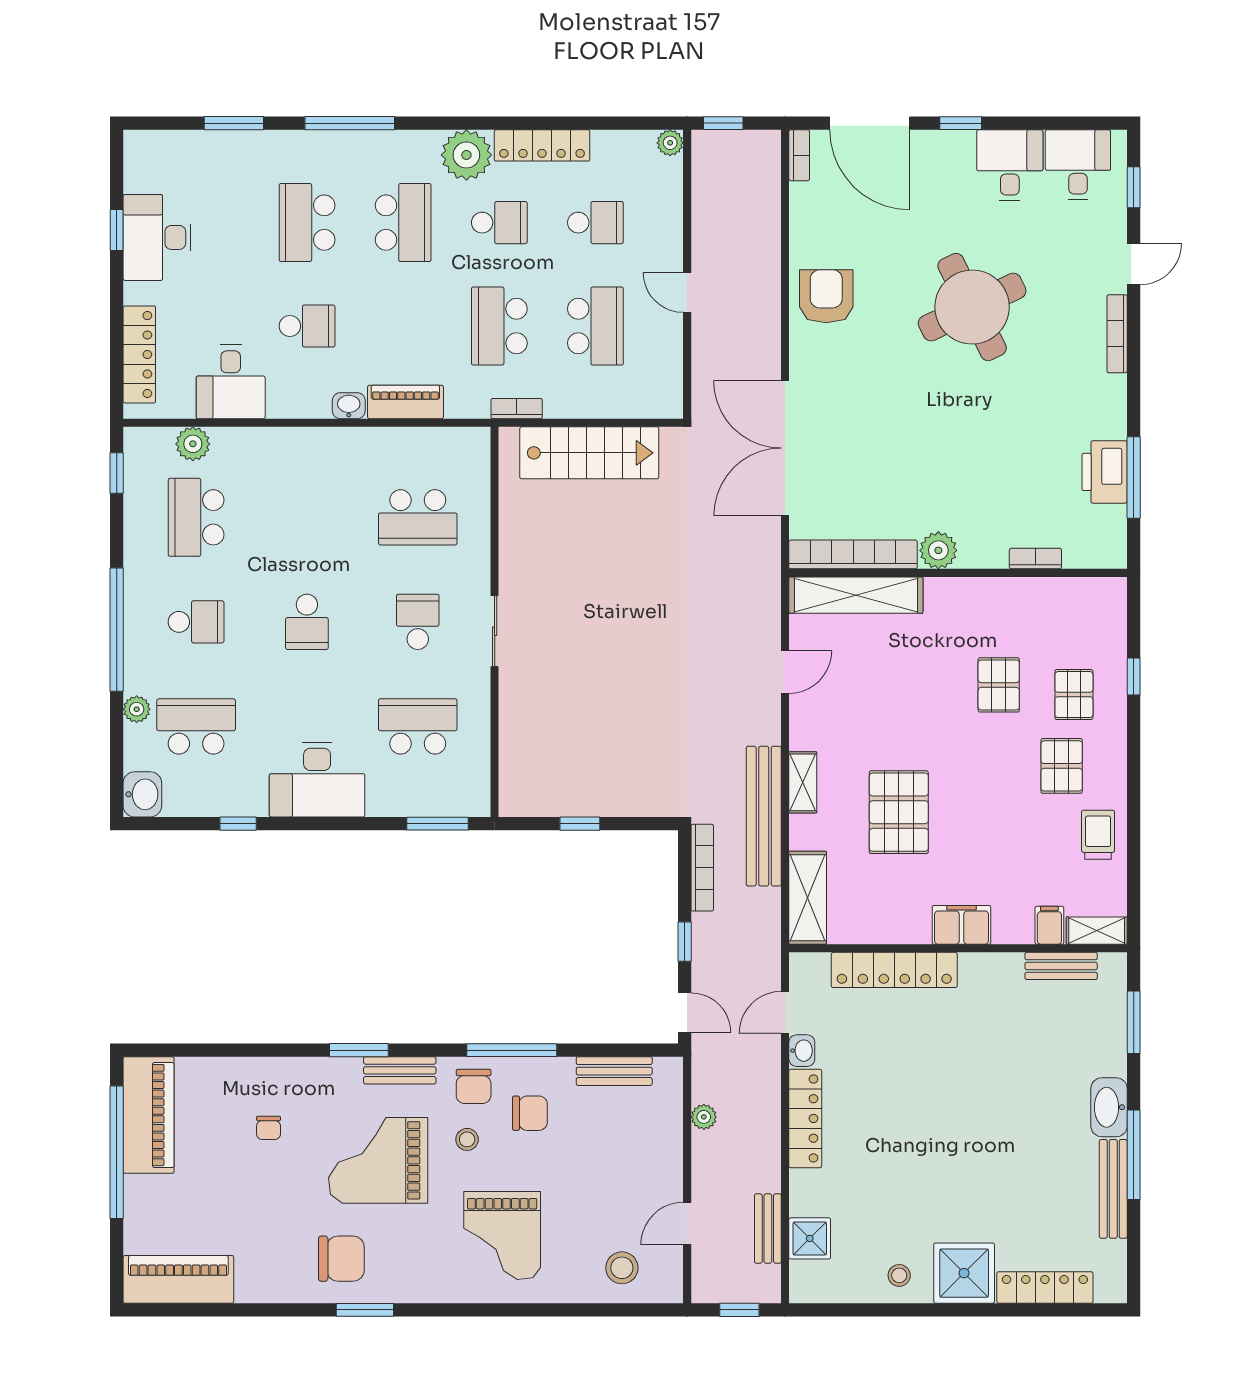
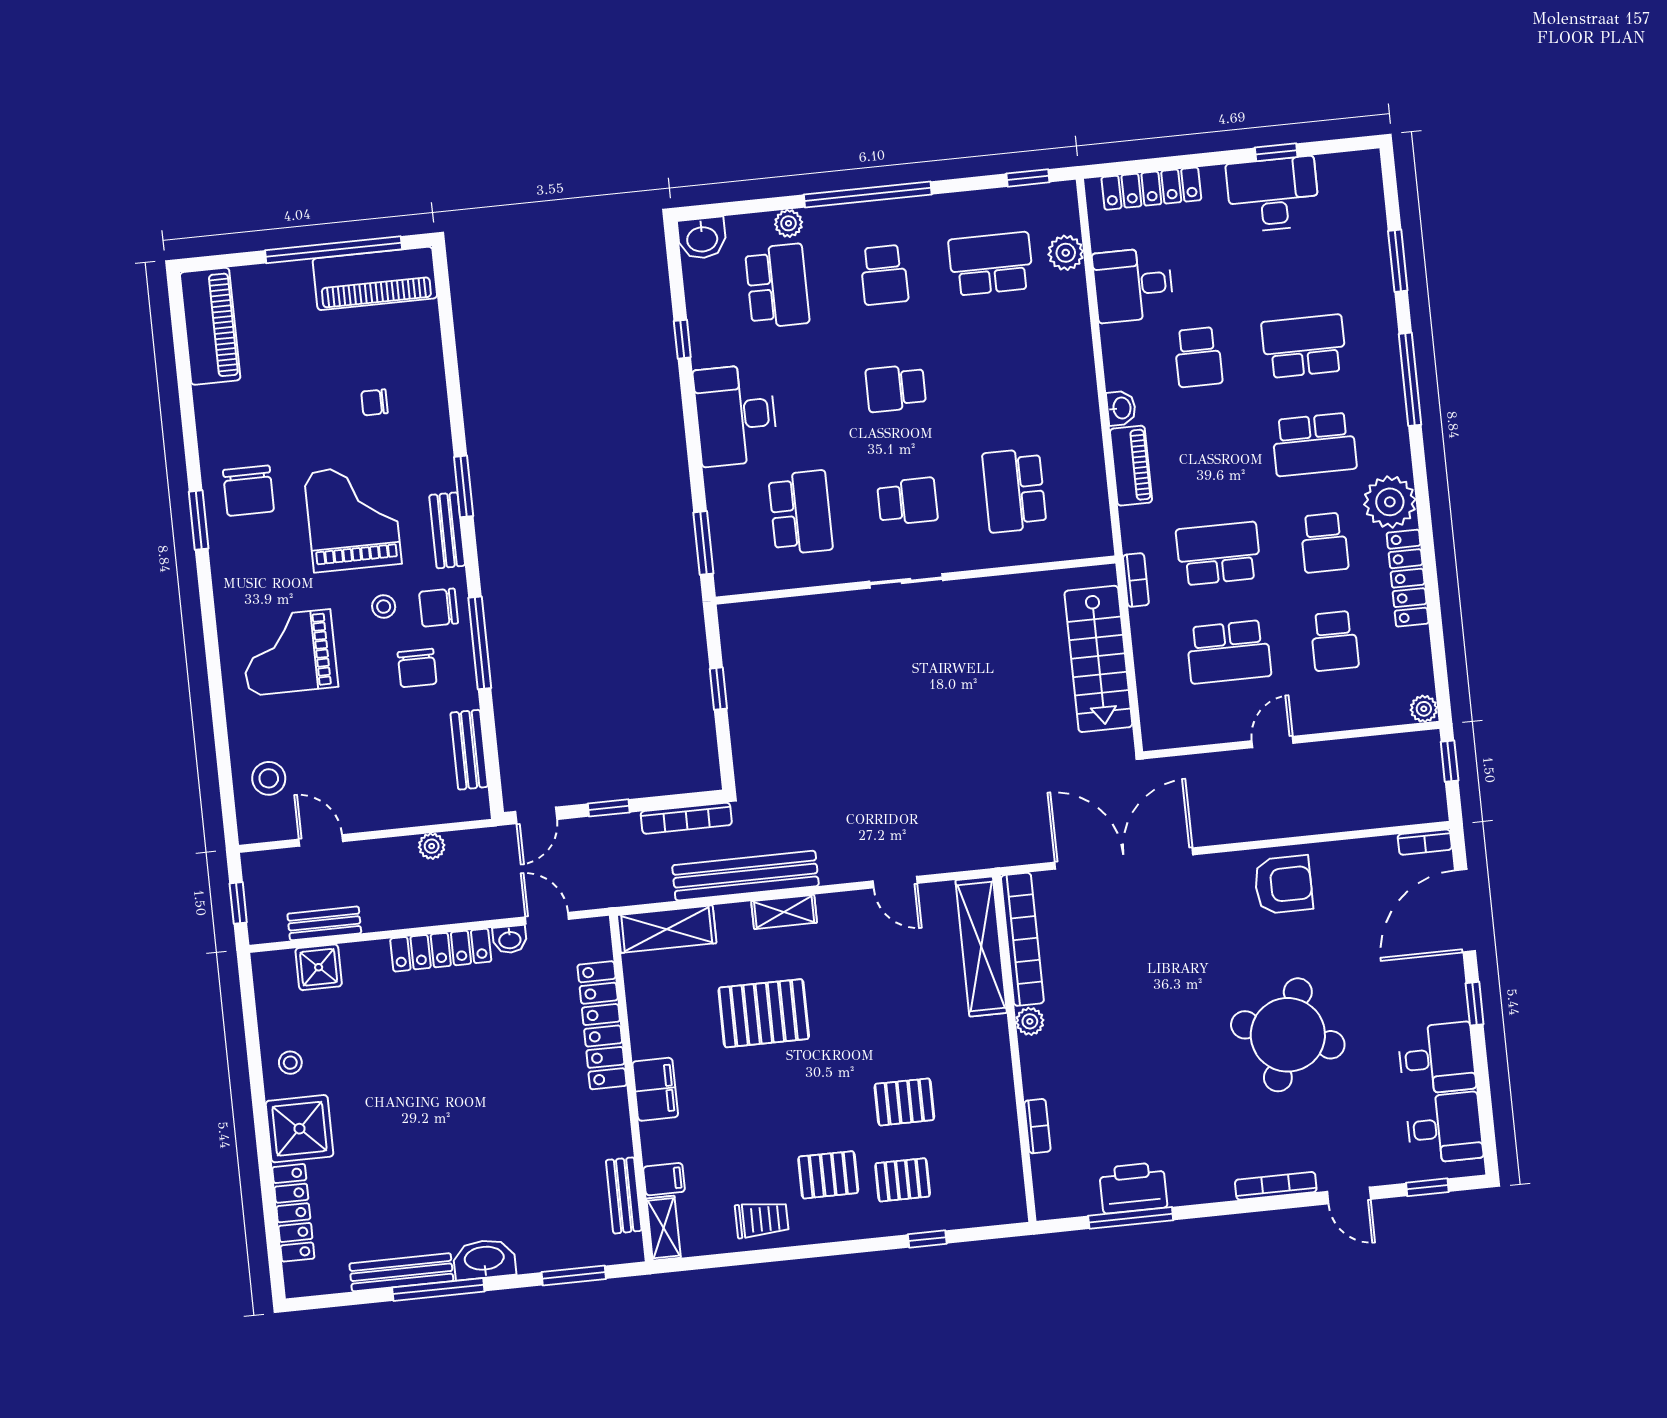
round table: (972, 307) -> (1288, 1035), turned 45
plant: (938, 550) -> (1030, 1021), width x0.73, depth x0.73

